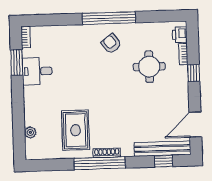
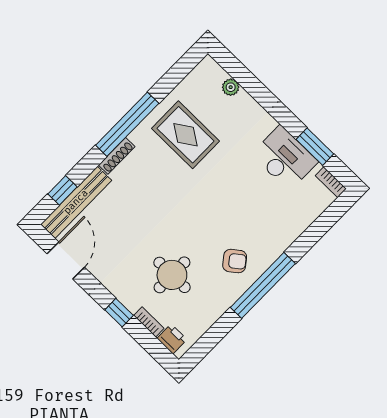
desk: (37, 71) -> (285, 158), width x1.37
shoe rack: (107, 153) -> (117, 156), moved

